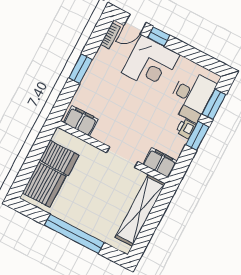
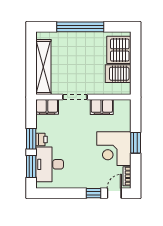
corner desk: (151, 64) -> (114, 149), moved, turned -90
filing cabinet: (81, 121) -> (102, 107), moved

